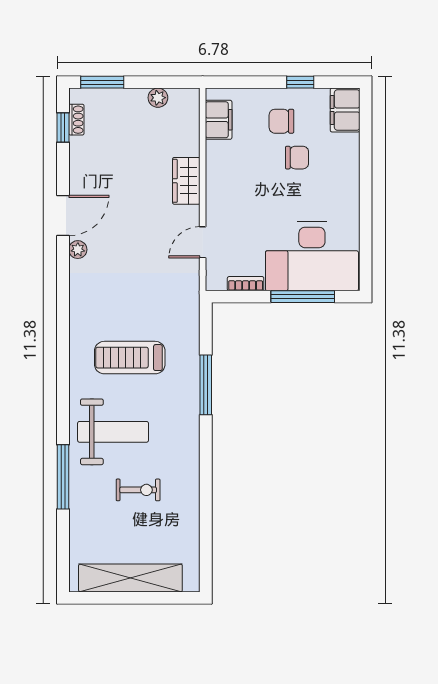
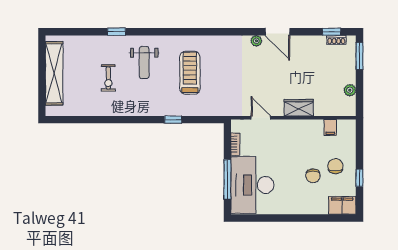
filing cabinet: (219, 120) -> (330, 128), width x0.50
window: (206, 385) -> (173, 120), width x0.46
weight bench: (113, 432) -> (144, 63), width x0.73, depth x0.75
window: (63, 477) -> (116, 32), width x0.46

